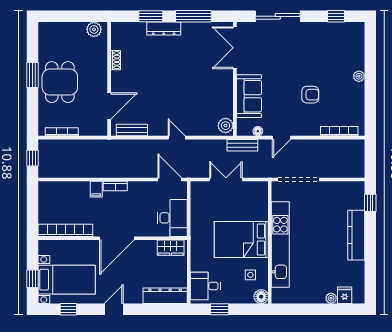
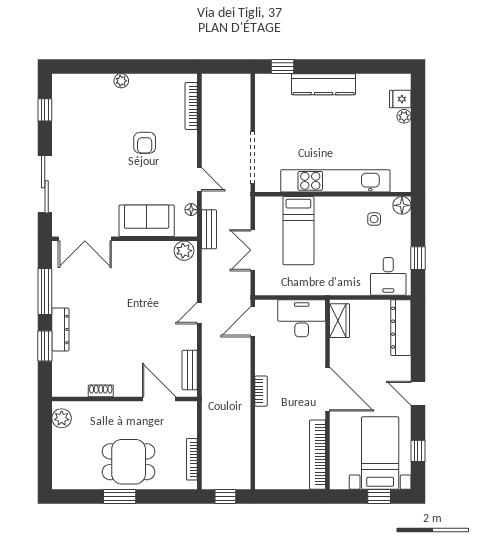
armchair: (310, 95) -> (145, 143), turned 180
filing cabinet: (96, 189) -> (265, 415), removed
bed: (241, 239) -> (298, 231), moved, width x0.67

